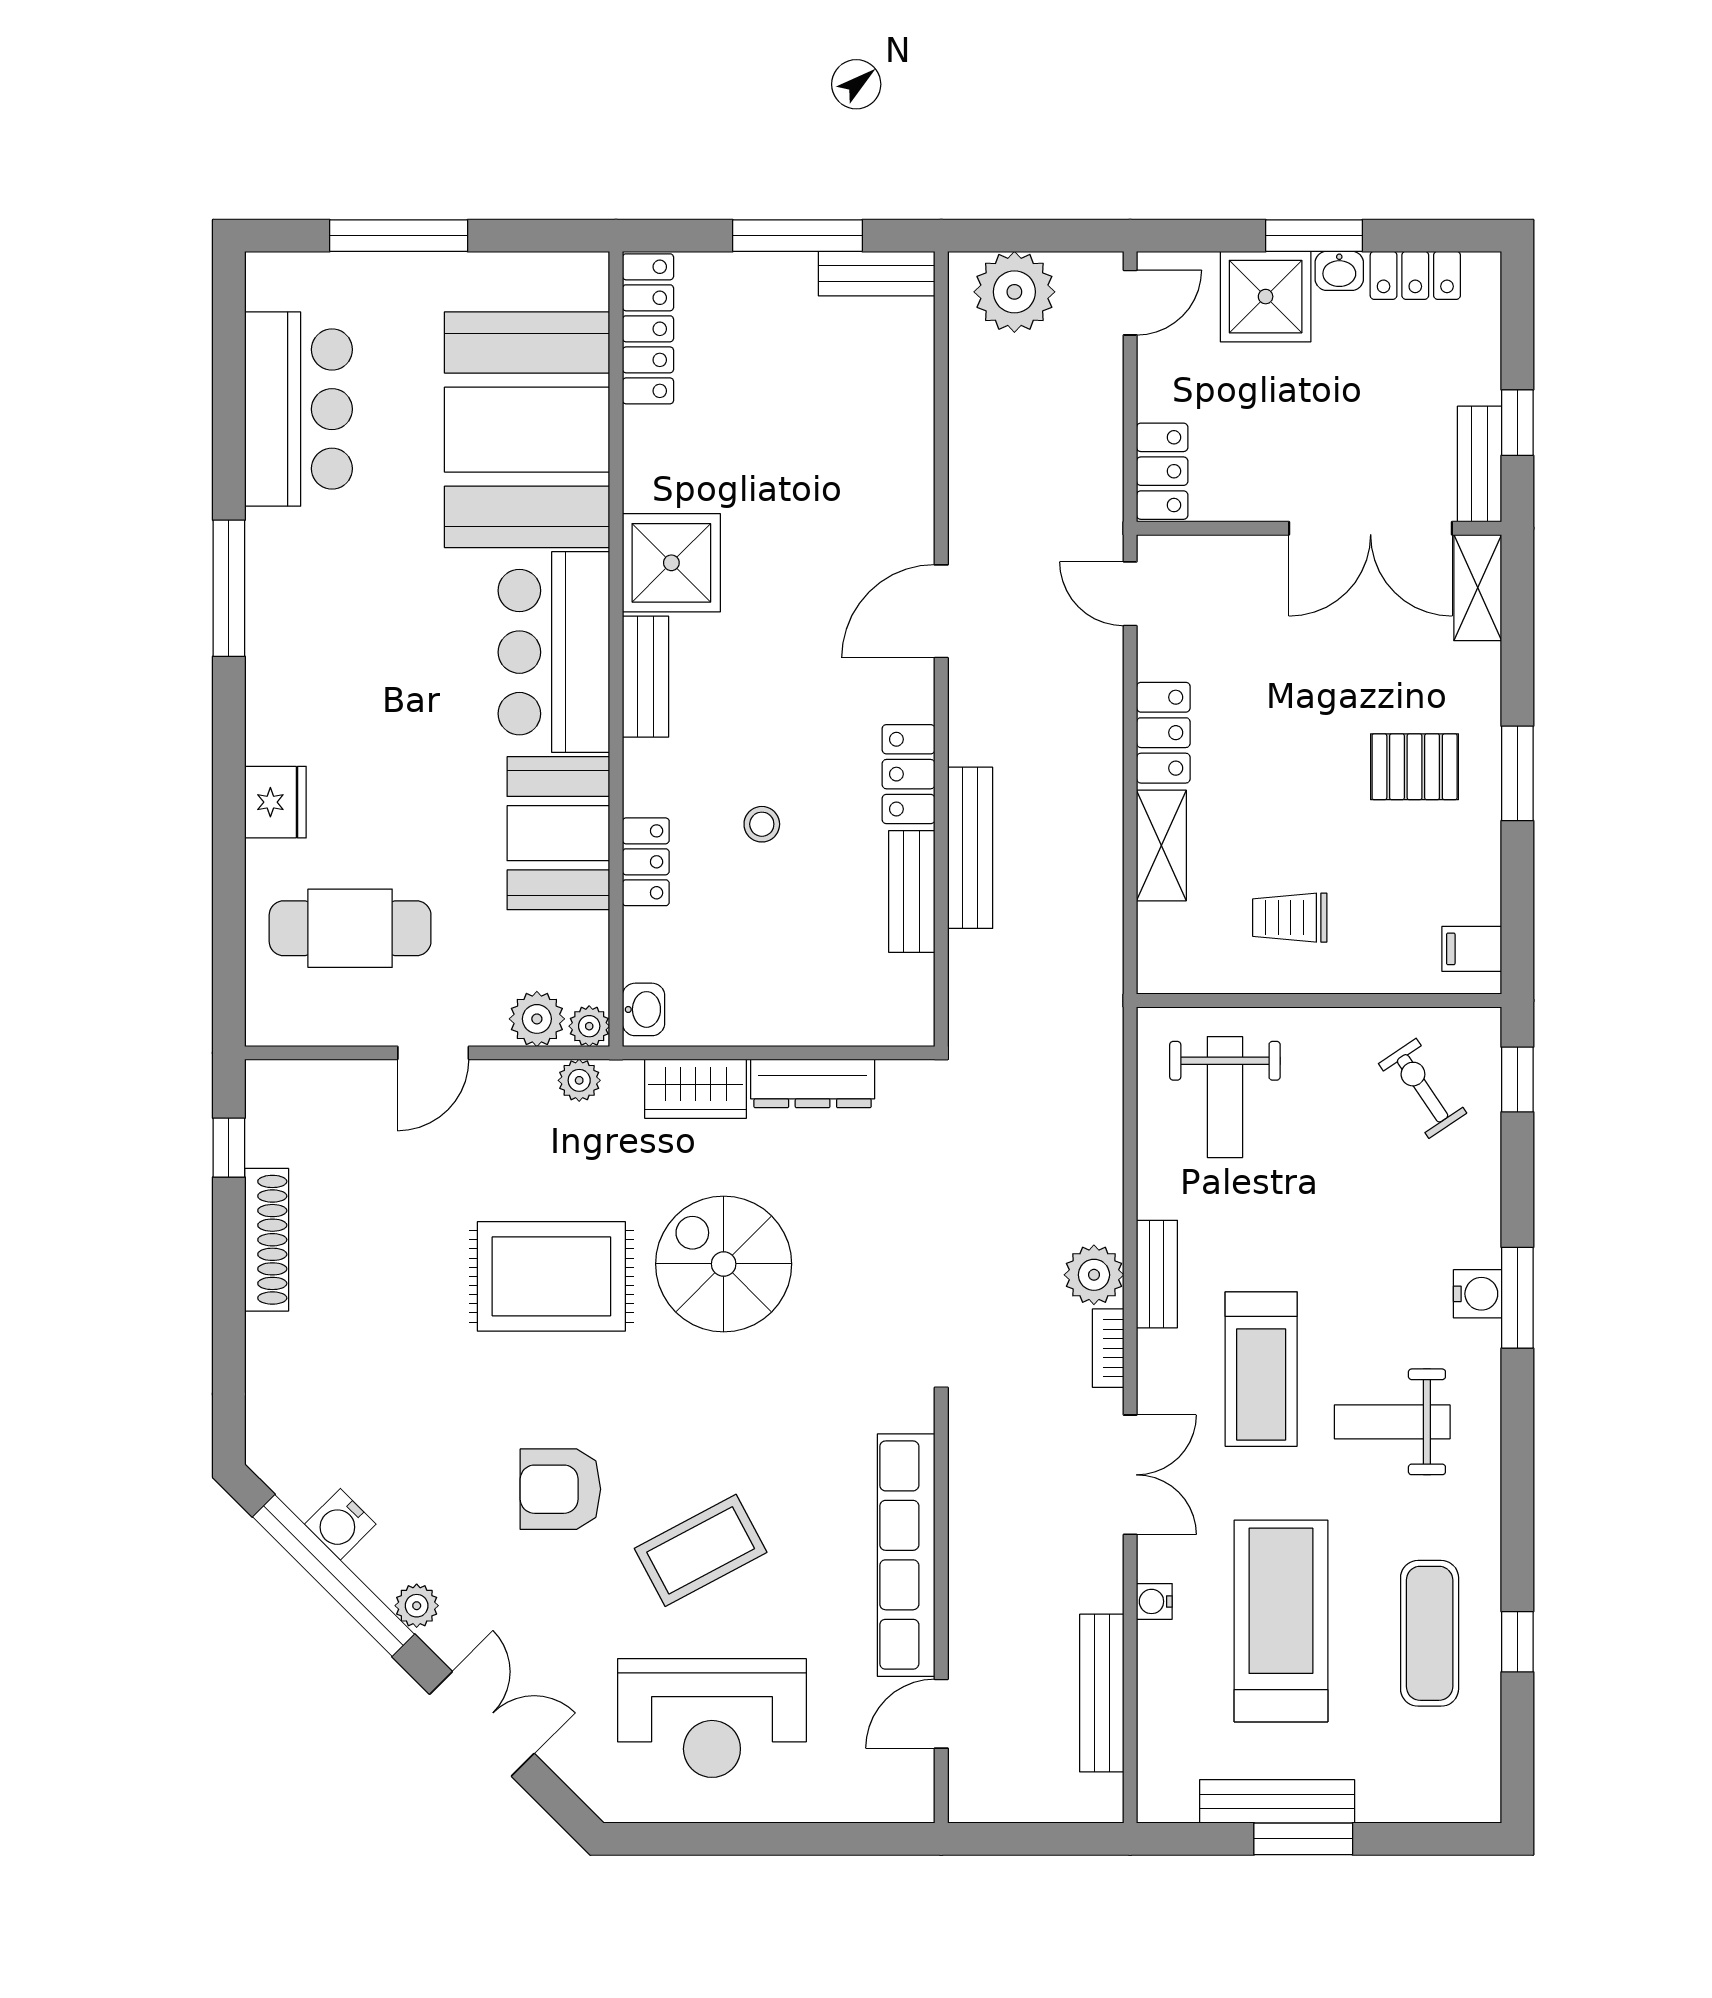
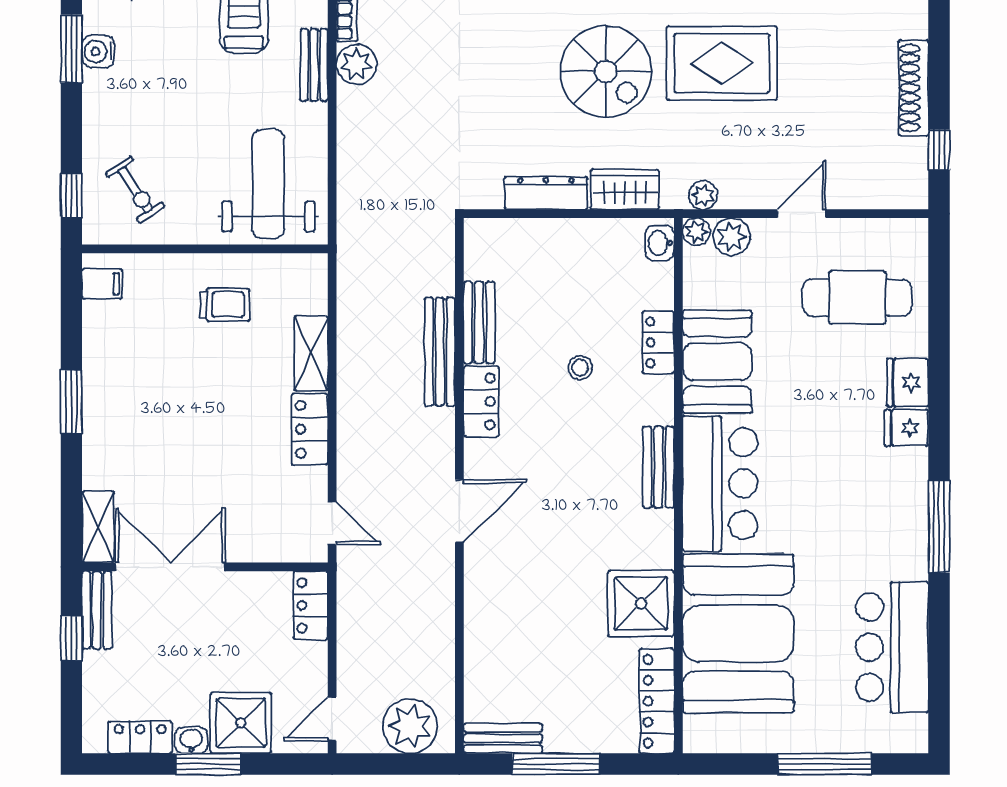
shower: (671, 563) -> (641, 604), moved
fridge: (277, 735) -> (907, 428), added
pallet: (1415, 767) -> (141, 406), removed
weight bench: (1225, 1097) -> (268, 184), width x1.36, depth x1.33

